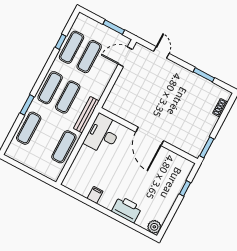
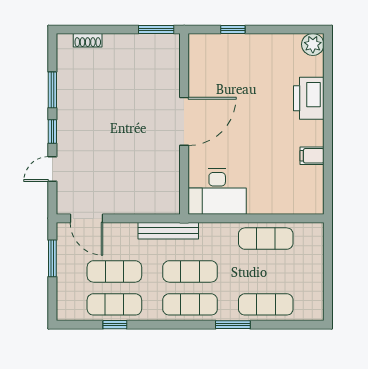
window: (182, 63) -> (52, 131), added
bench: (86, 115) -> (168, 231), moved

